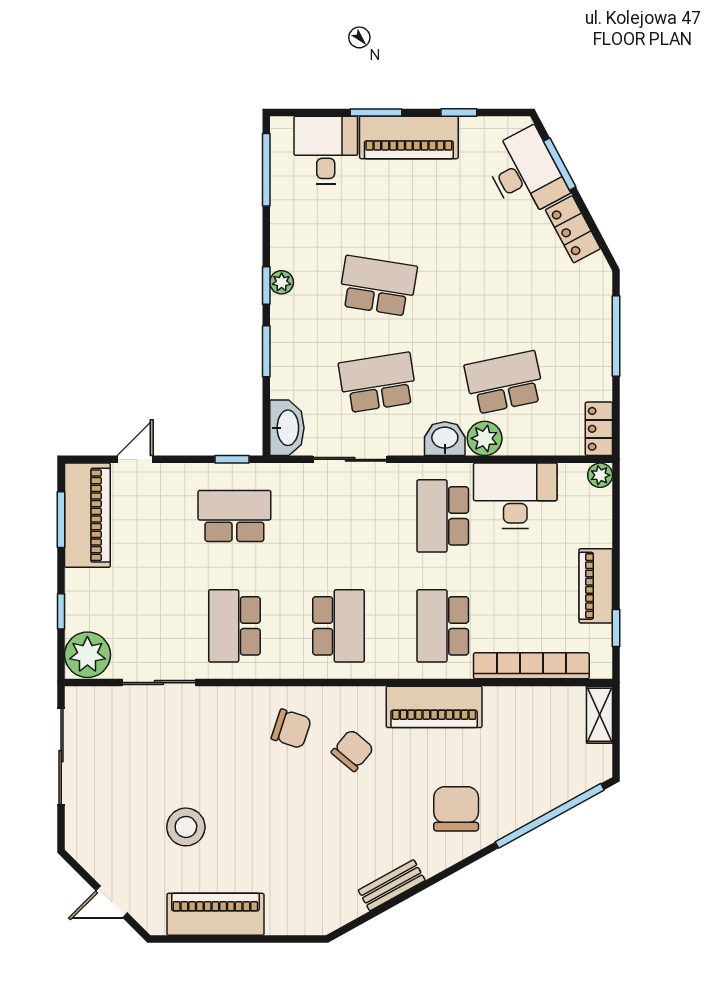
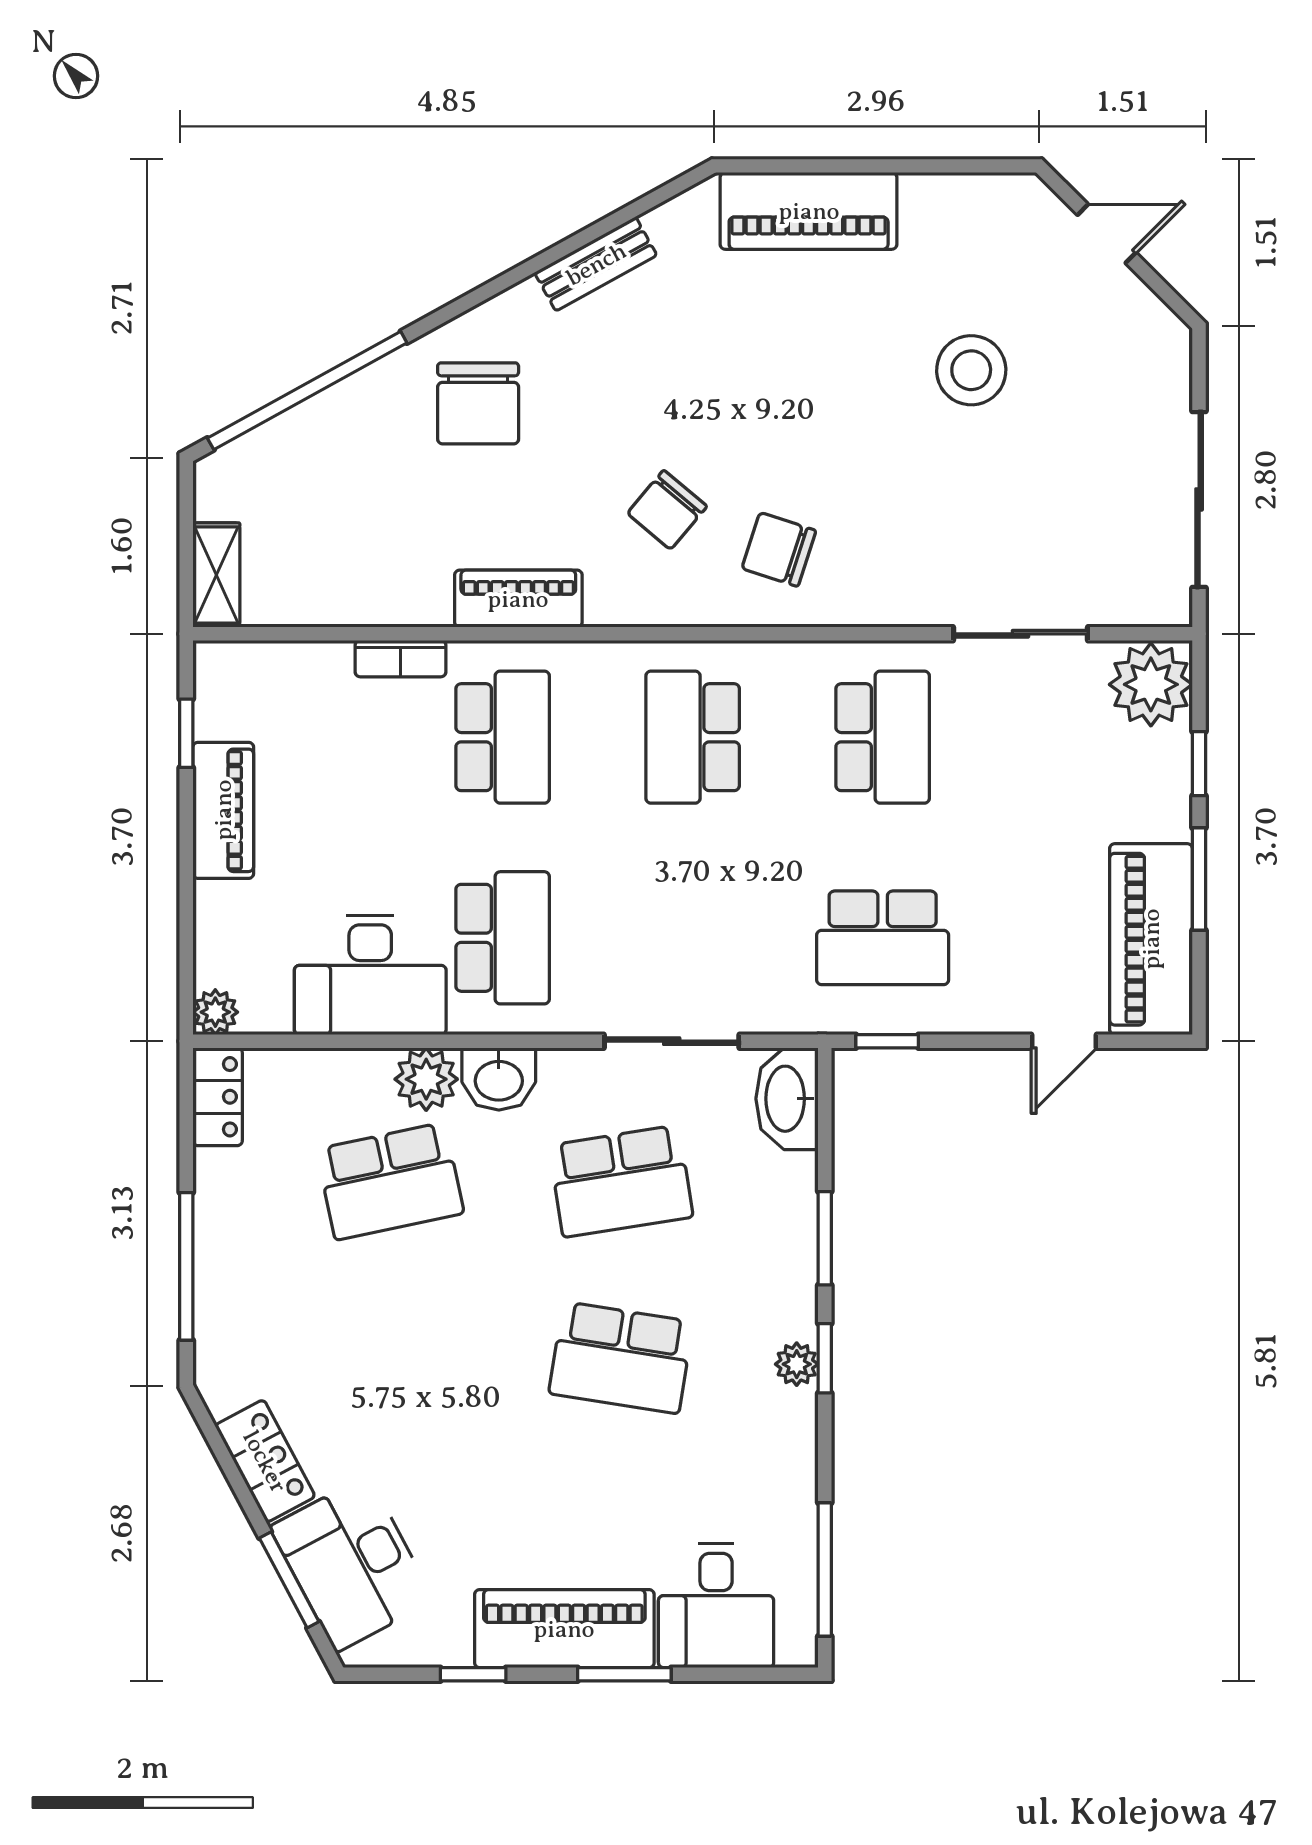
window: (61, 520) -> (1199, 879), moved
bookcase: (531, 666) -> (401, 659), width x0.43, depth x0.76
piano: (434, 707) -> (518, 599), width x0.73, depth x0.75
piano: (215, 914) -> (809, 211), moved

